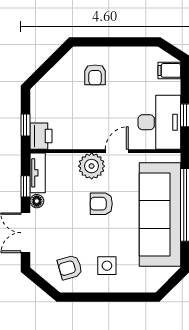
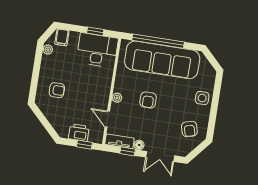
plant: (149, 53) -> (48, 50), added
printer: (41, 136) -> (79, 133), moved
door: (117, 151) -> (107, 119), moved
plant: (92, 166) -> (117, 98), width x0.53, depth x0.53
side table: (107, 266) -> (202, 98), moved

